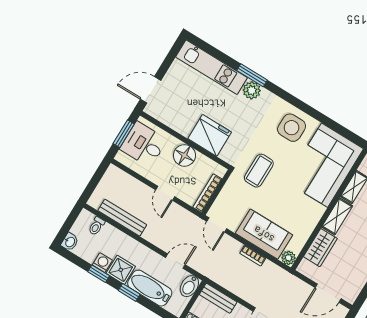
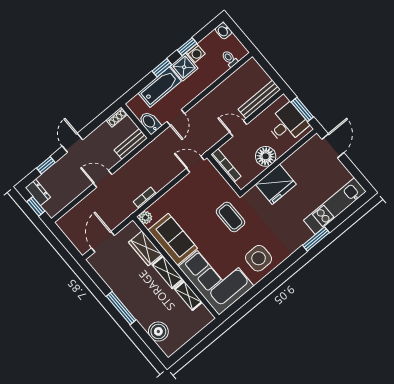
plant: (252, 90) -> (303, 234), removed
bench: (122, 218) -> (259, 99), moved
sofa: (264, 234) -> (173, 239), moved, turned -90
bookcase: (253, 256) -> (145, 198), moved

